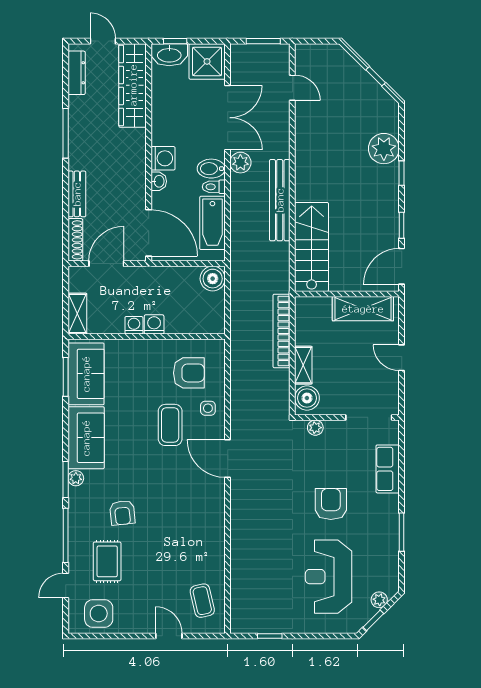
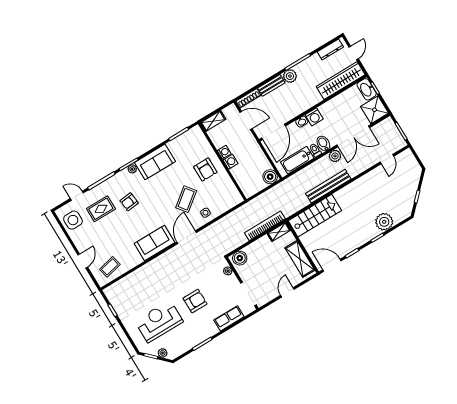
plant: (80, 158) -> (290, 76), added
shelving: (303, 365) -> (279, 232), moved
armchair: (189, 373) -> (205, 169), moved
sofa: (86, 374) -> (155, 243), moved, turned 180
coffee table: (170, 425) -> (186, 199), turned -38

